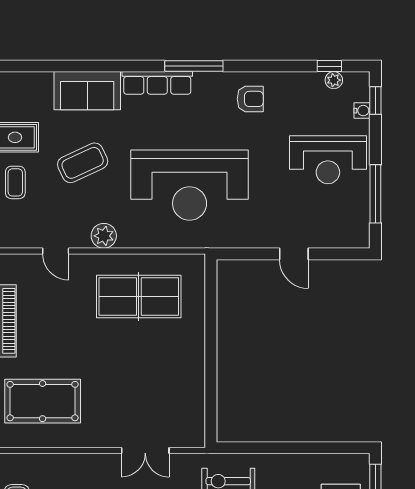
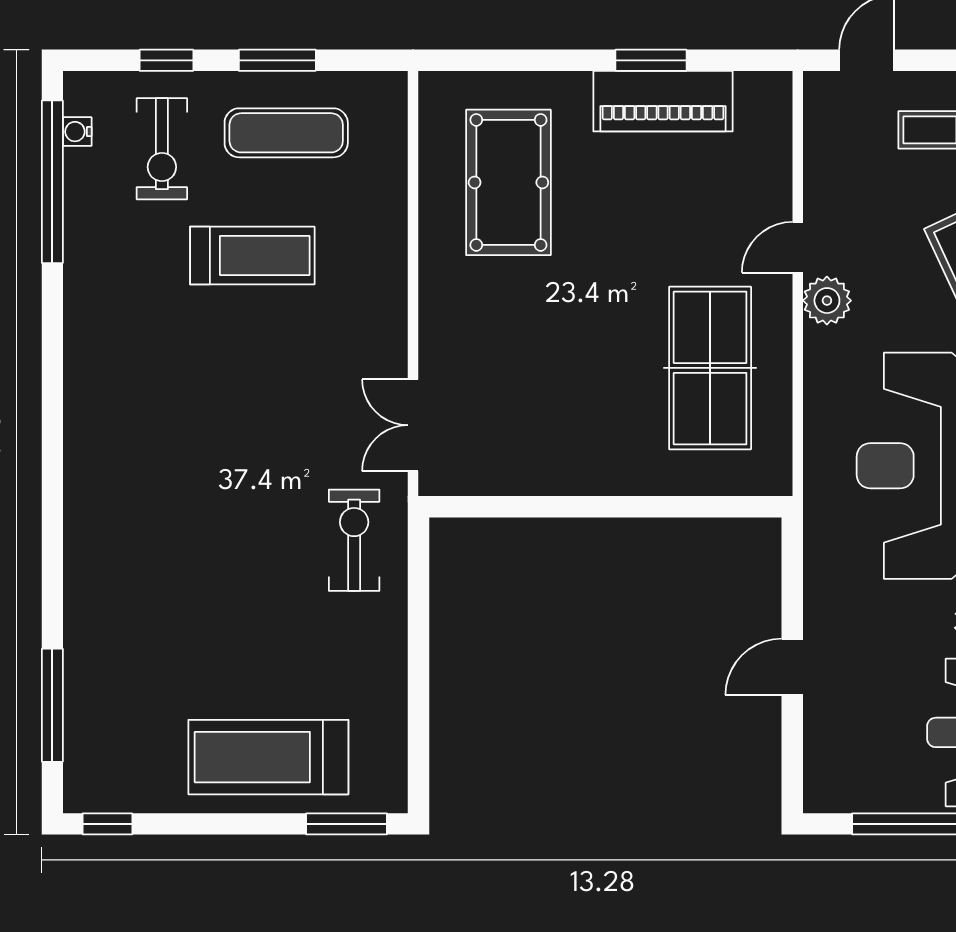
door: (56, 251) -> (798, 247), moved
double door: (145, 451) -> (413, 425), moved

